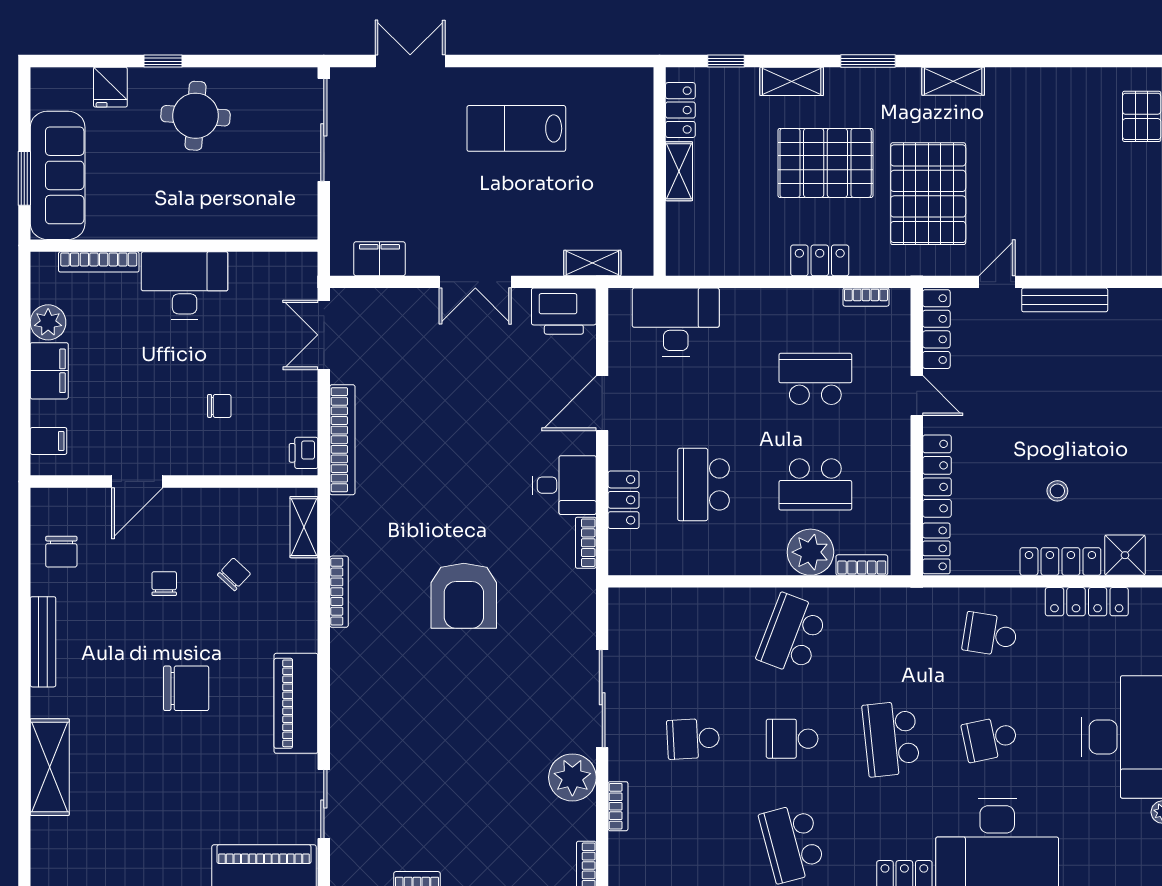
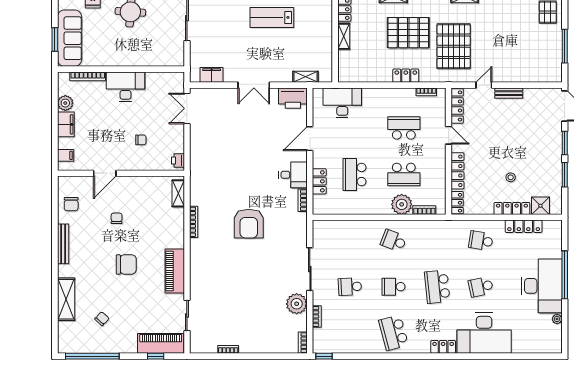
bench: (1065, 300) -> (509, 93), width x0.73
bookcase: (342, 440) -> (195, 155), removed
chair: (234, 574) -> (102, 319), moved
school desk: (792, 634) -> (394, 241), width x0.54

